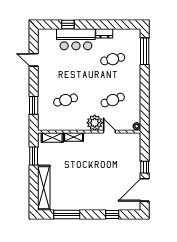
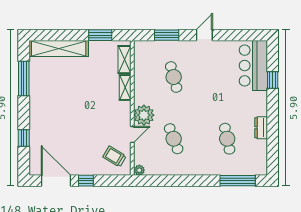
bar counter: (76, 39) -> (253, 66), moved
door: (34, 60) -> (204, 35), moved
trolley: (126, 145) -> (114, 157), added

